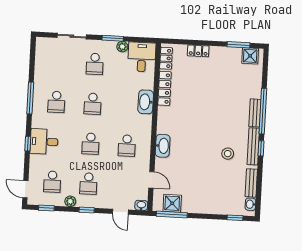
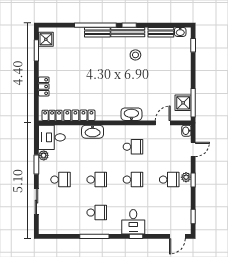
school desk: (52, 182) -> (169, 213), removed
plant: (70, 201) -> (186, 177), moved

